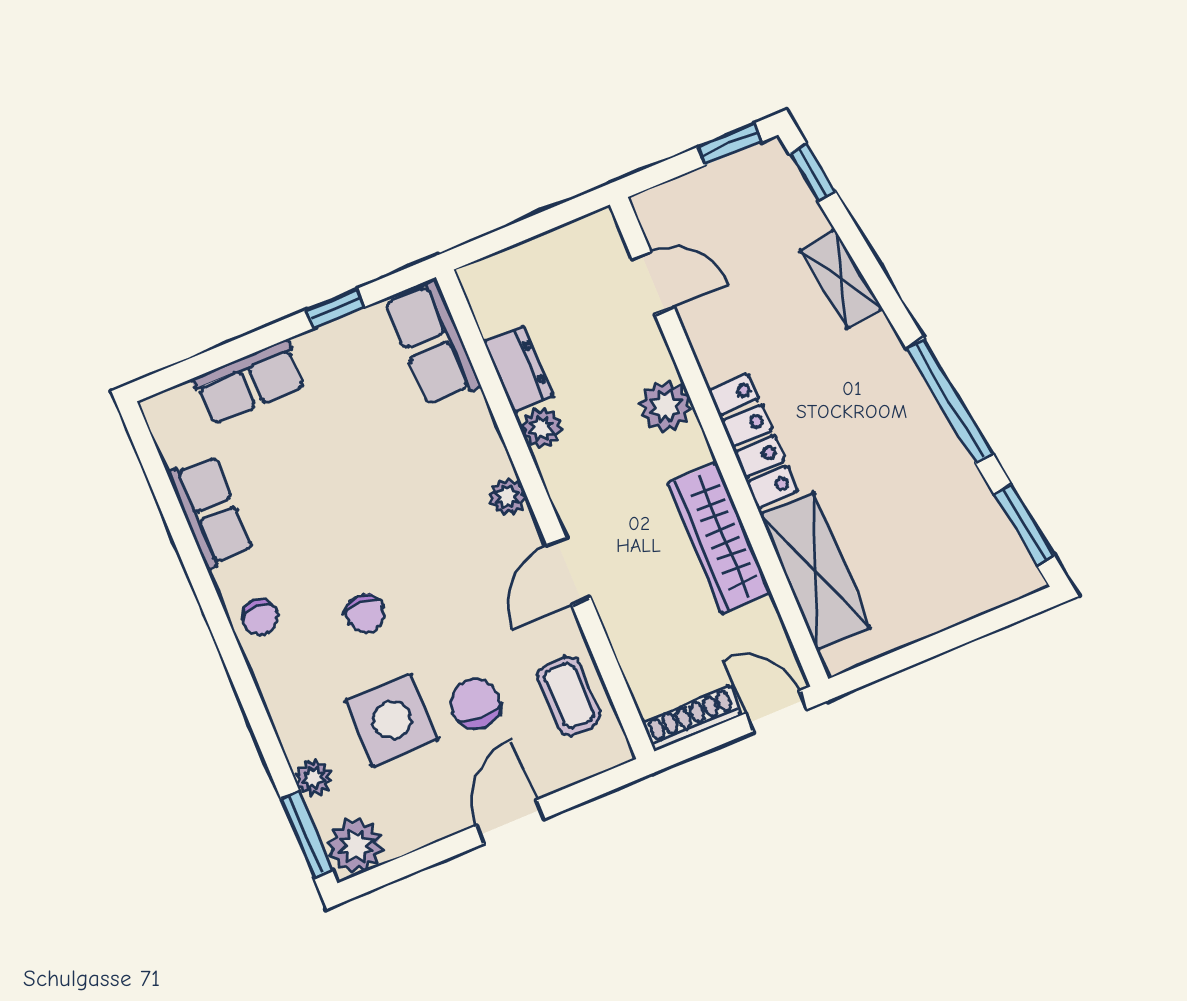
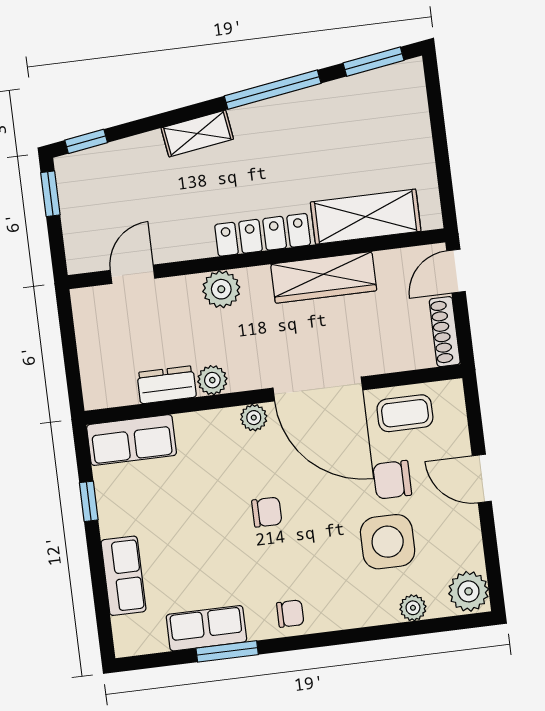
shelving: (841, 279) -> (197, 133), moved
door: (569, 571) -> (318, 389), width x1.87
chair: (365, 613) -> (267, 512), moved
window: (307, 834) -> (227, 651), moved

